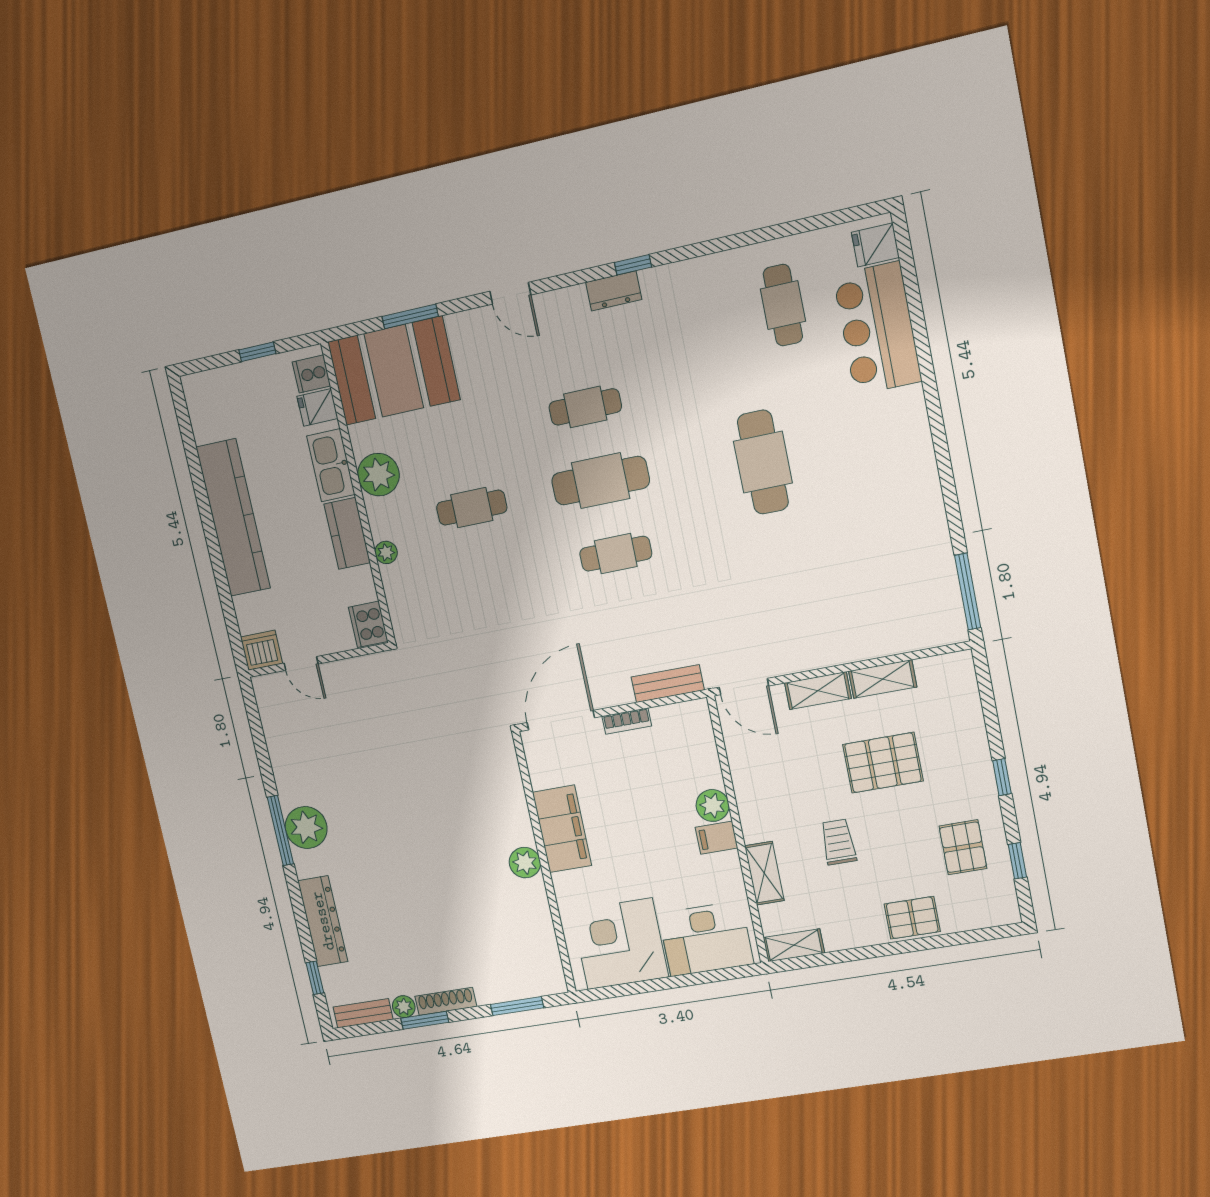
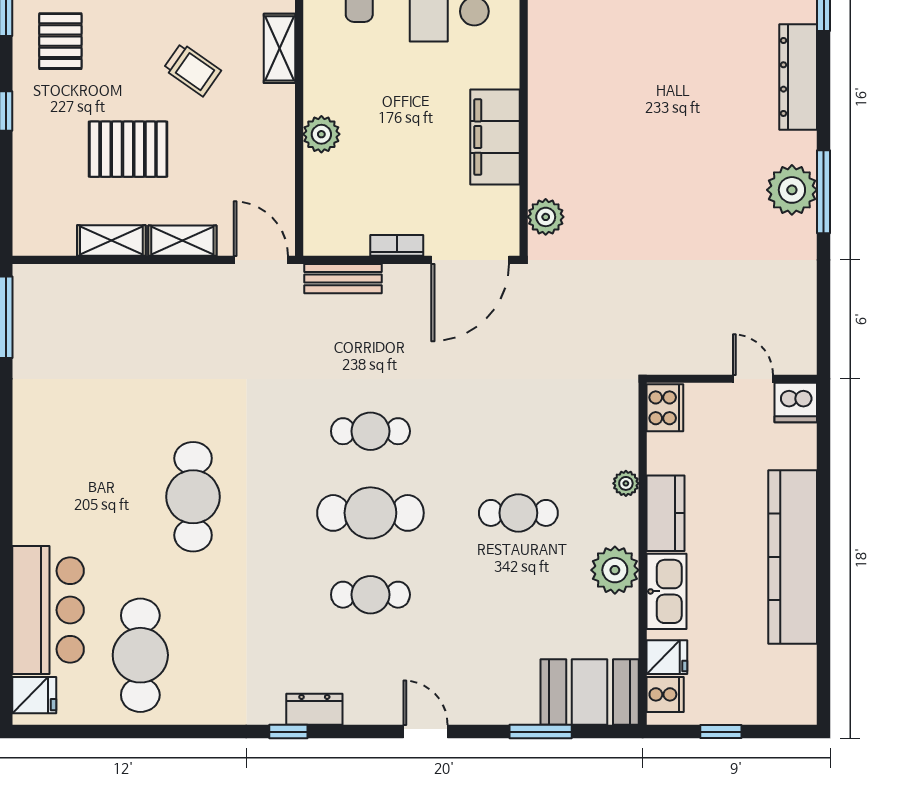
cafe table: (783, 305) -> (140, 655), width x1.37, depth x1.35
booth: (394, 371) -> (590, 692), width x0.73, depth x0.70
filing cabinet: (717, 838) -> (324, 97), removed
trolley: (838, 842) -> (192, 70), turned -55
plant: (525, 863) -> (546, 217), moved

